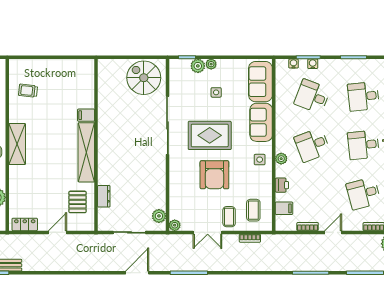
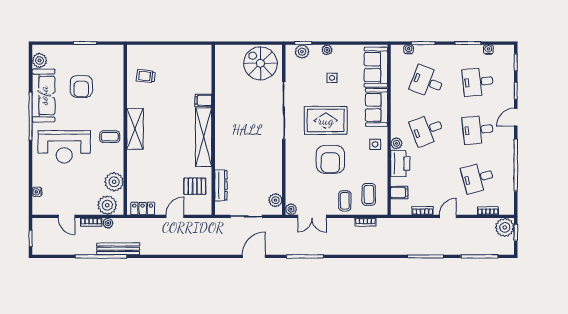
water cooler: (313, 64) -> (488, 50), moved
plant: (198, 66) -> (302, 52), moved
printer: (282, 185) -> (400, 163), width x1.87, depth x1.48
dresser: (104, 196) -> (221, 185), width x1.44
pallet: (77, 202) -> (195, 186), turned 90
double door: (208, 232) -> (312, 216), moved

